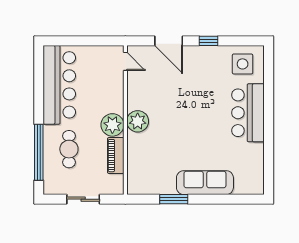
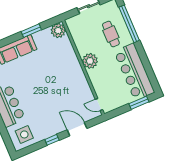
window: (71, 41) -> (139, 103), added
plant: (138, 121) -> (58, 31), moved
piano: (116, 156) -> (80, 43), removed

